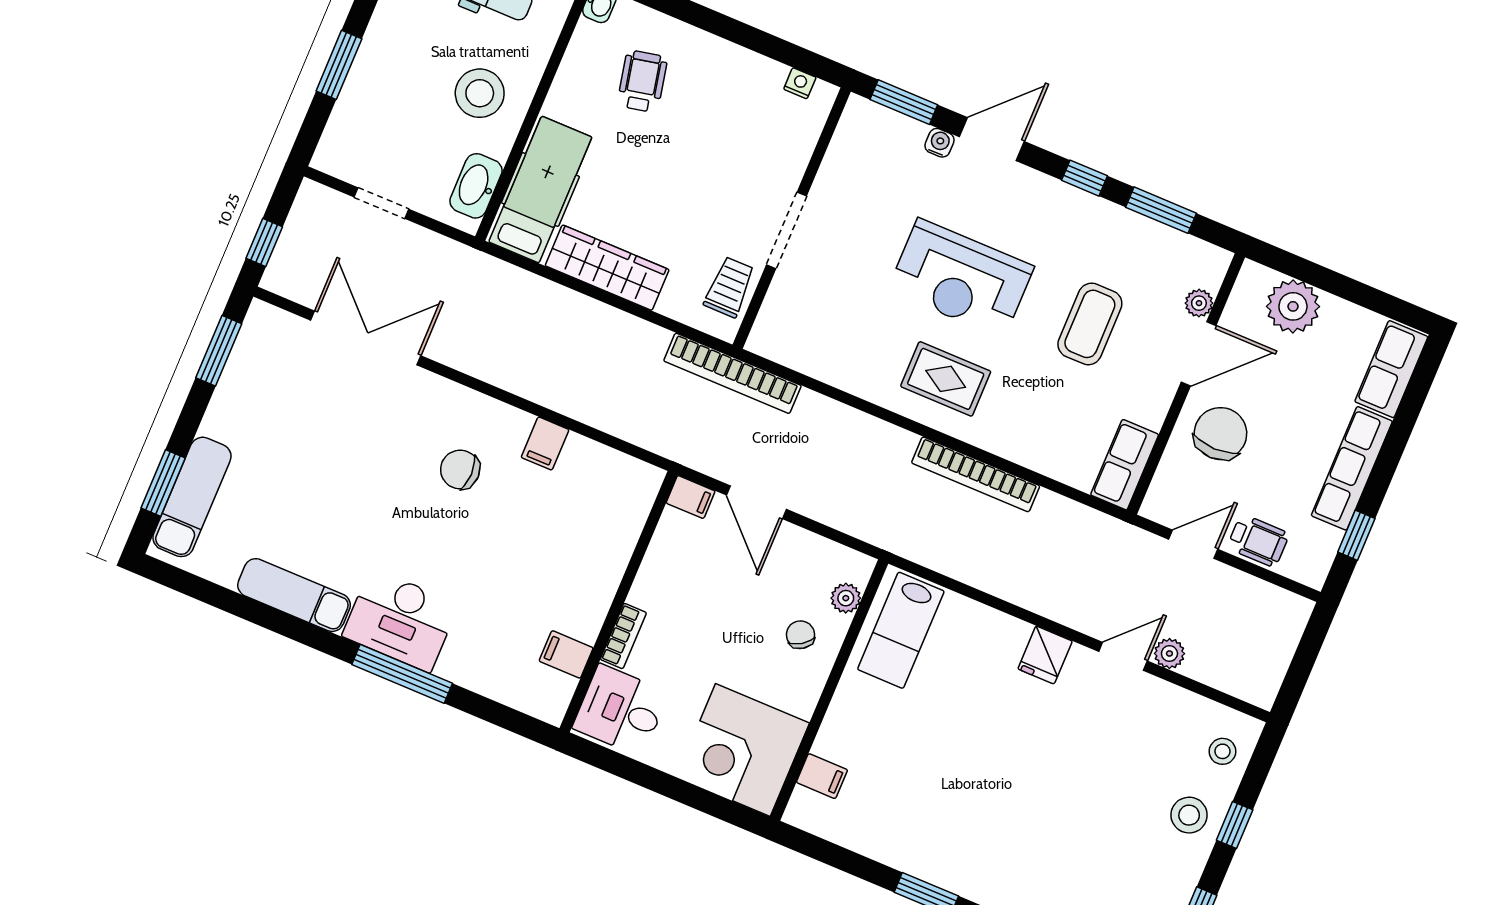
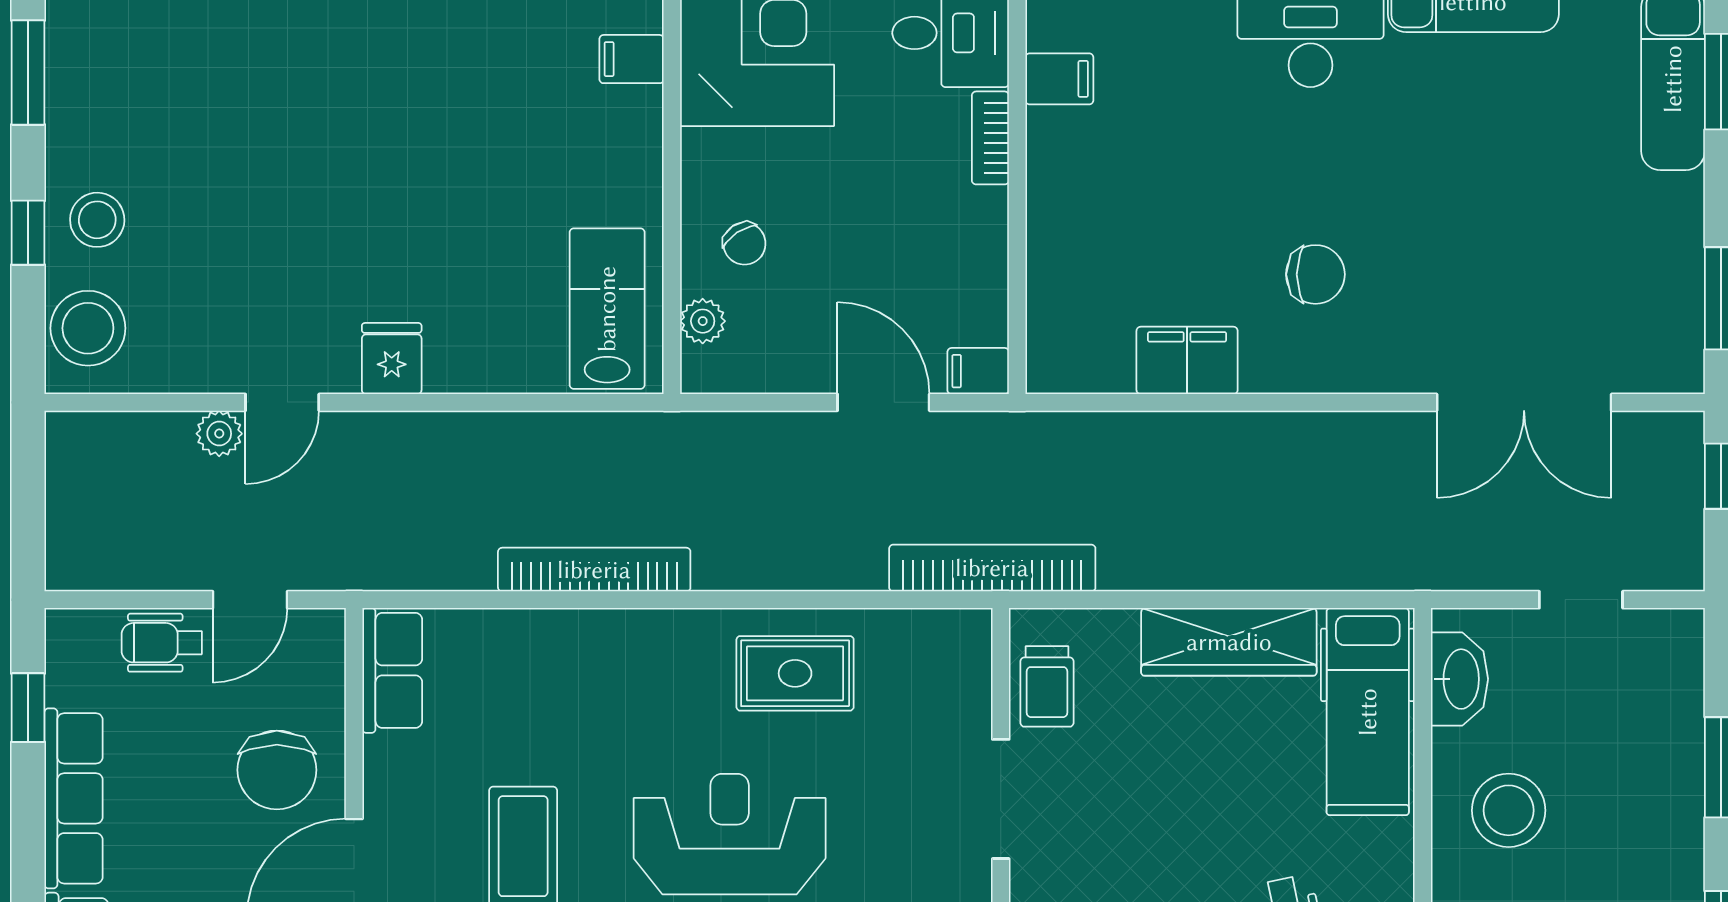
rug: (946, 379) -> (795, 673), moved
filing cabinet: (545, 443) -> (1187, 360), width x2.00
stool: (1222, 751) -> (88, 328), width x1.89, depth x1.89

